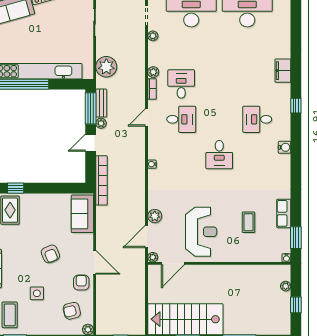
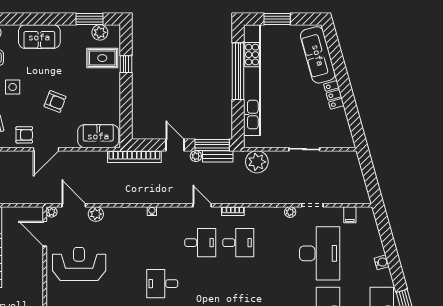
plant: (153, 72) -> (251, 212), removed
desk: (181, 119) -> (200, 243), turned -90
reception desk: (201, 232) -> (79, 264), turned 180
armchair: (50, 254) -> (55, 102), turned -136

